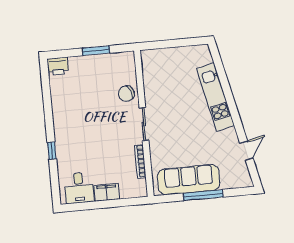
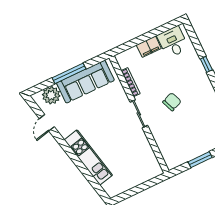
chair: (126, 94) -> (172, 102), moved
plant: (231, 179) -> (51, 95), added

